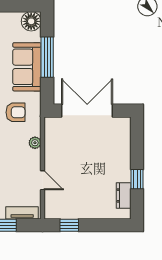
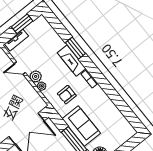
plant: (33, 158) -> (36, 76), added

